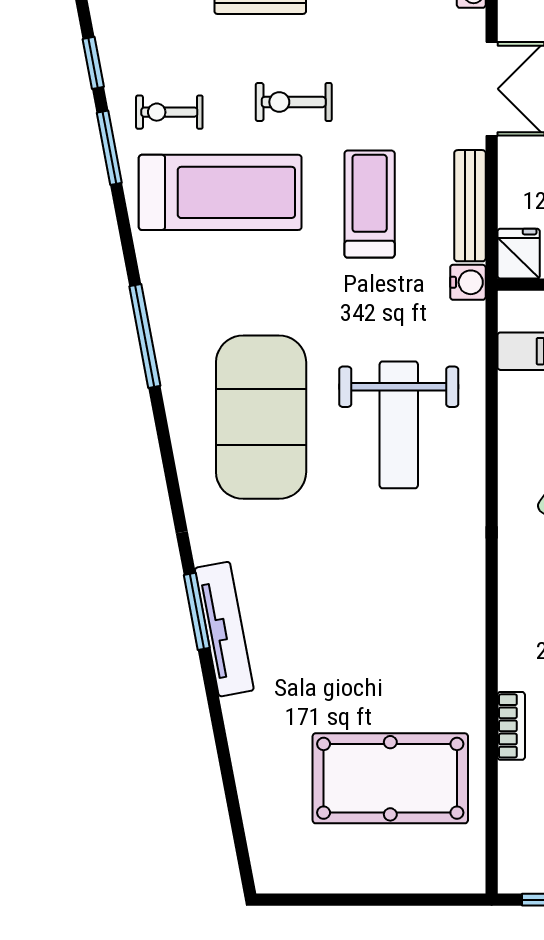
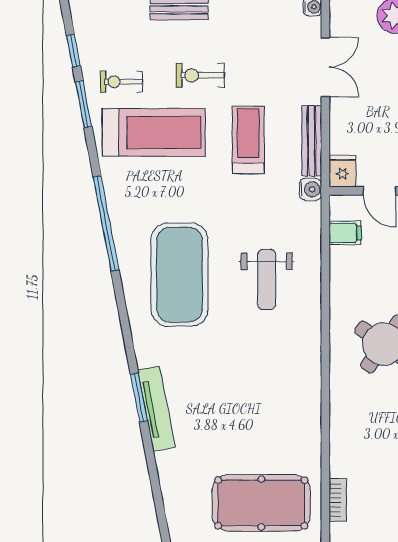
window: (145, 336) -> (106, 223), width x1.46
weight bench: (399, 425) -> (267, 279), width x0.73, depth x0.75
bookcase: (511, 726) -> (338, 500), moved

